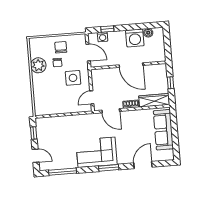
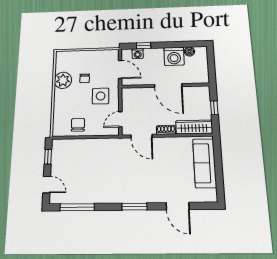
chair: (61, 47) -> (78, 125), moved
corner sofa: (96, 152) -> (121, 186), removed
door: (143, 165) -> (178, 206), swing flipped

